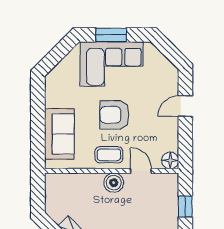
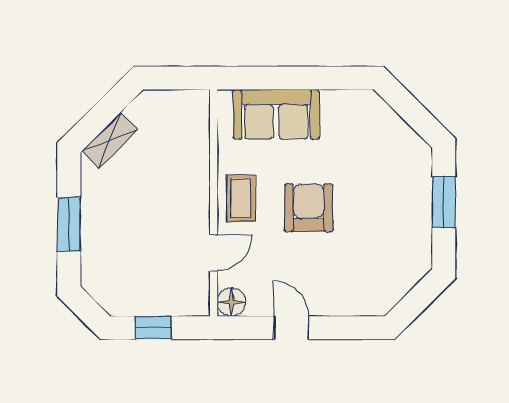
corner sofa: (112, 64) -> (395, 203), removed
door: (185, 106) -> (291, 328), moved
boiler: (114, 183) -> (194, 206), removed

